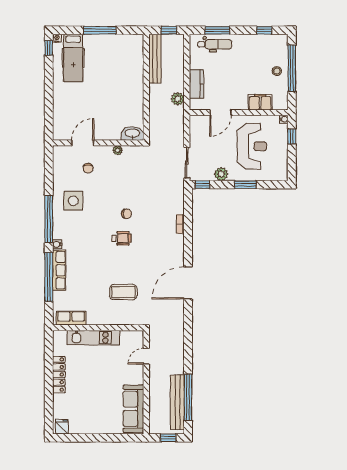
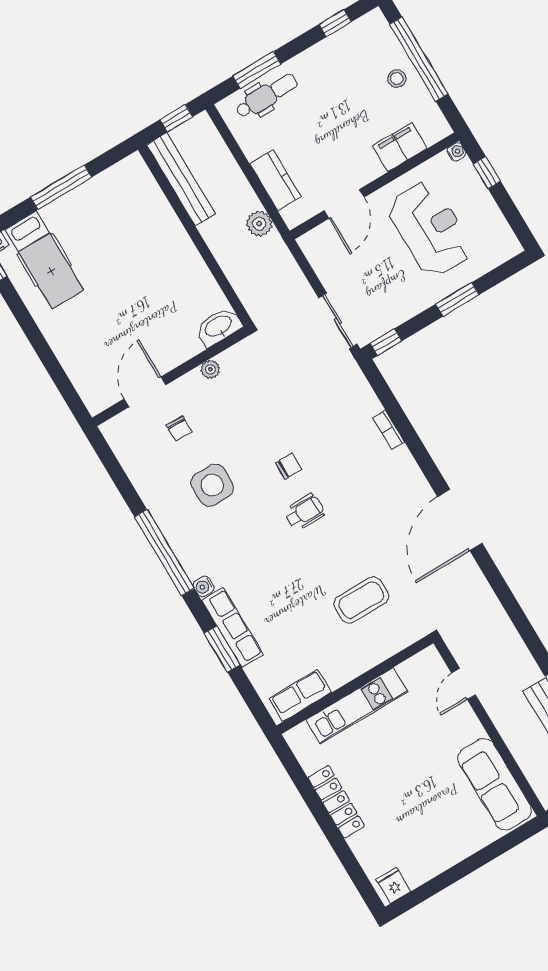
plant: (221, 174) -> (407, 306), removed
side table: (73, 201) -> (212, 485), moved
window: (49, 277) -> (222, 649), width x0.47

